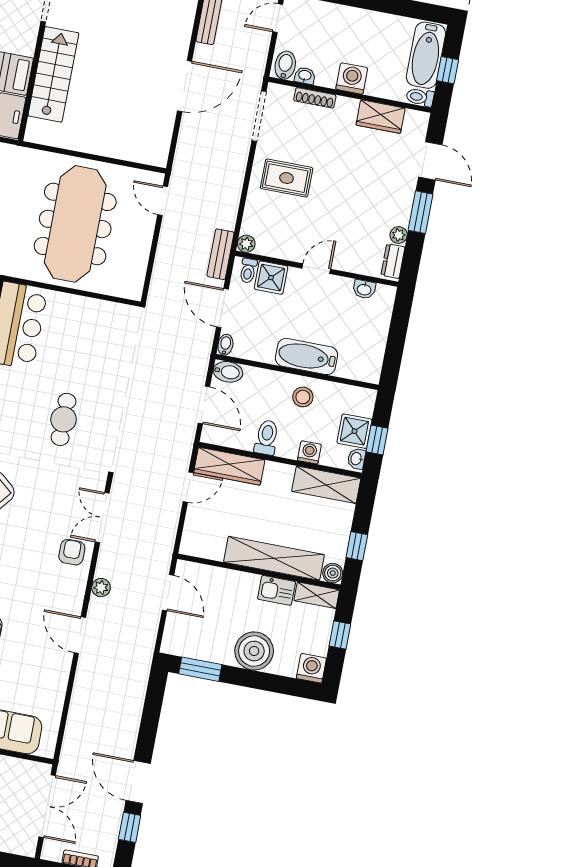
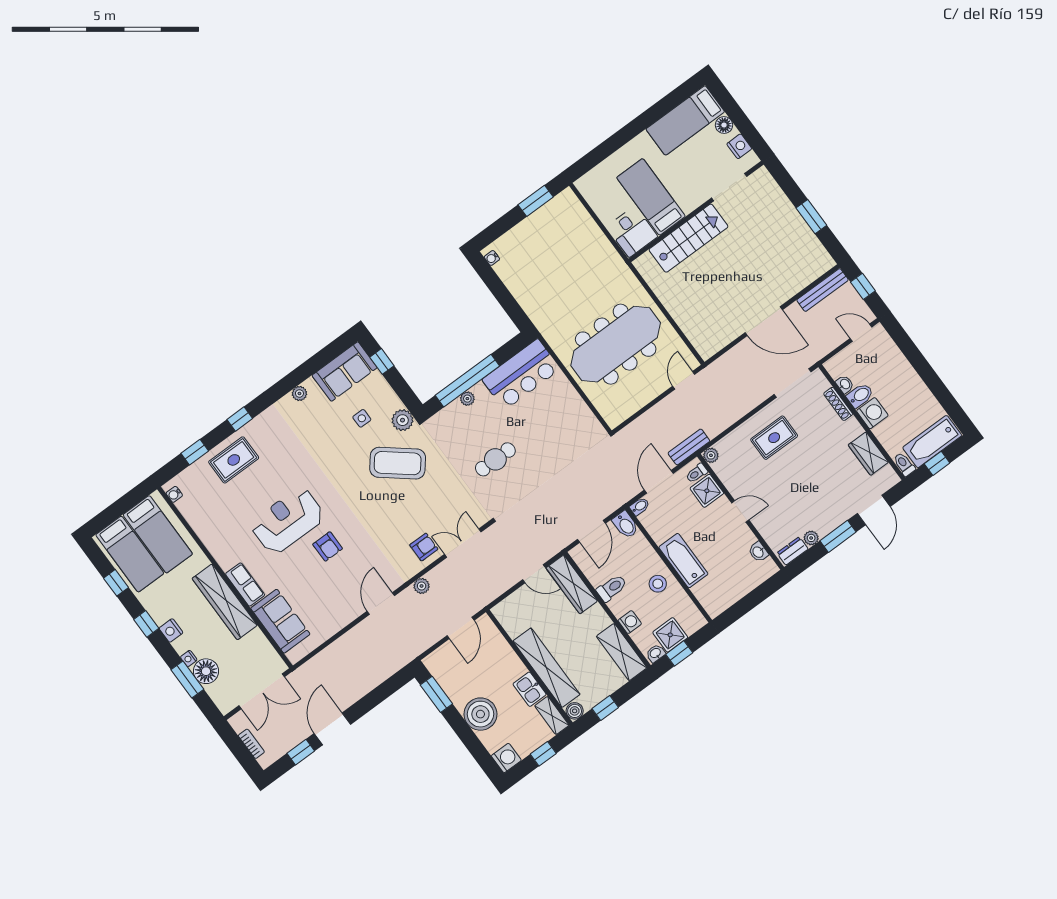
bidet: (285, 65) -> (860, 395), moved
rug: (287, 178) -> (774, 438), turned 90

